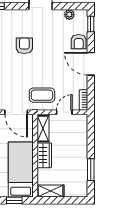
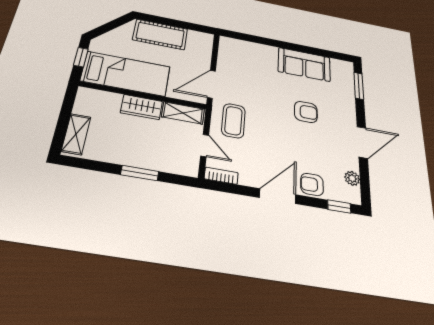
window: (91, 170) -> (140, 173), moved
shelving: (50, 191) -> (76, 134), moved

